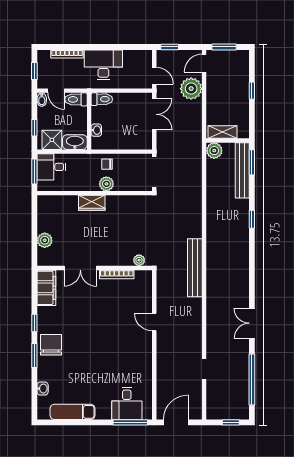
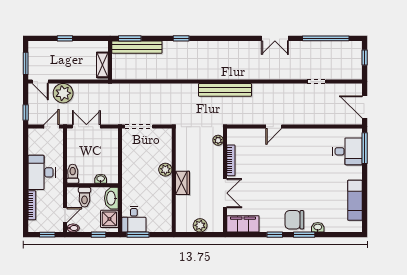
toilet: (76, 99) -> (85, 197), moved
plant: (214, 151) -> (119, 72), removed
chair: (107, 164) -> (131, 169), removed
plant: (106, 184) -> (165, 170), moved
wall: (95, 193) -> (174, 180), moved
wardrobe: (92, 203) -> (183, 183), moved
washbasin: (43, 389) -> (318, 227), moved

